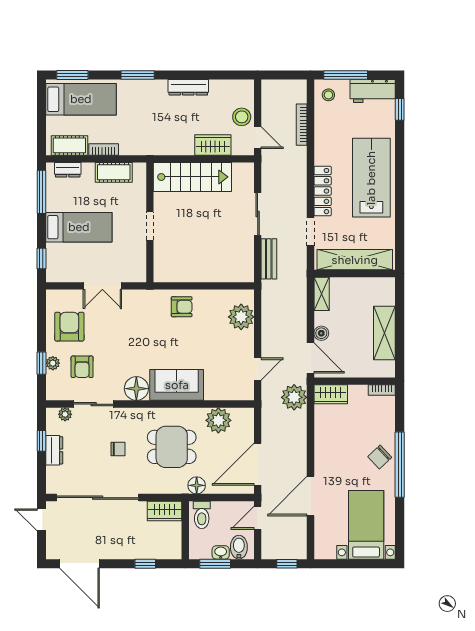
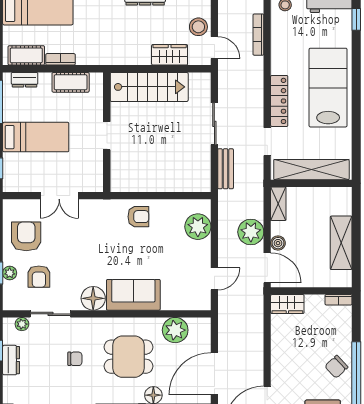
plant: (294, 397) -> (251, 232), moved

